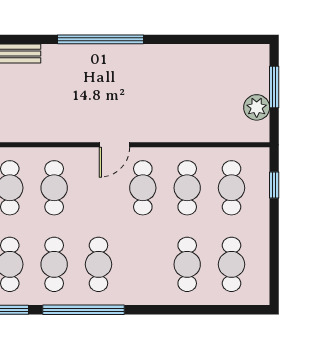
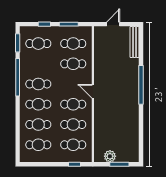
cafe table: (54, 264) -> (38, 104), moved

